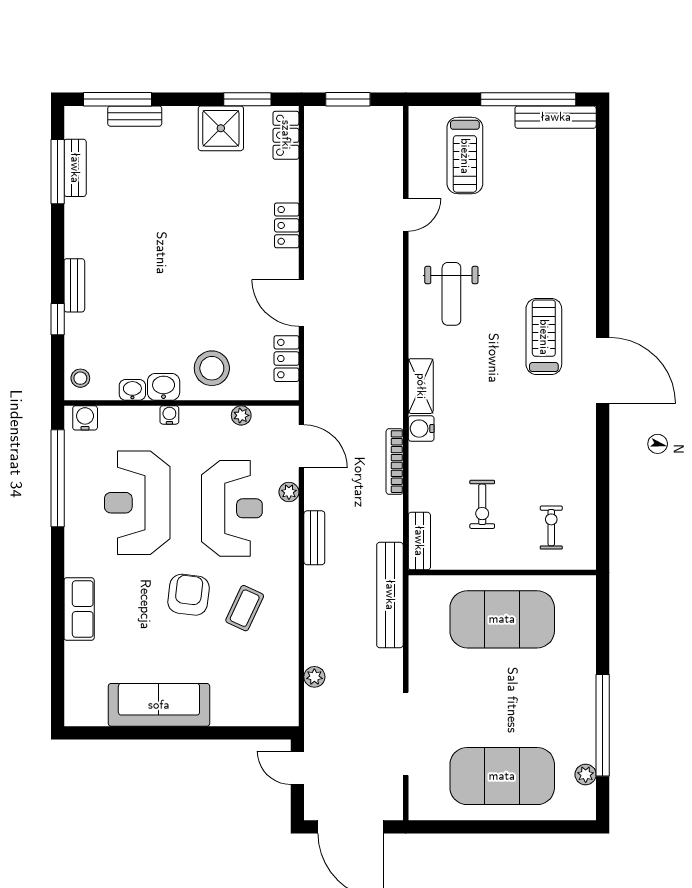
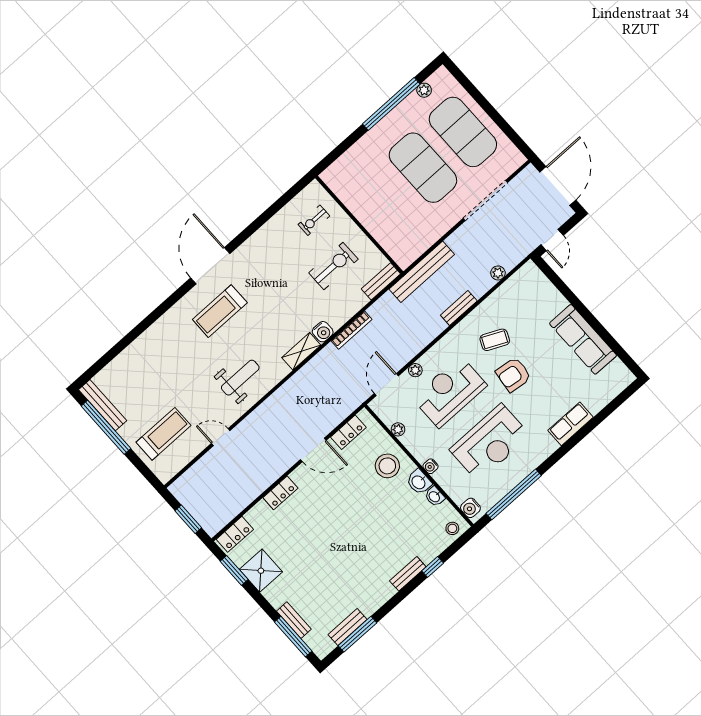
door: (301, 303) -> (313, 450), hinge flipped
exercise bike: (482, 504) -> (333, 266), width x1.38, depth x1.39
bench: (314, 538) -> (459, 308), moved
exercise mat: (502, 619) -> (423, 168), moved

